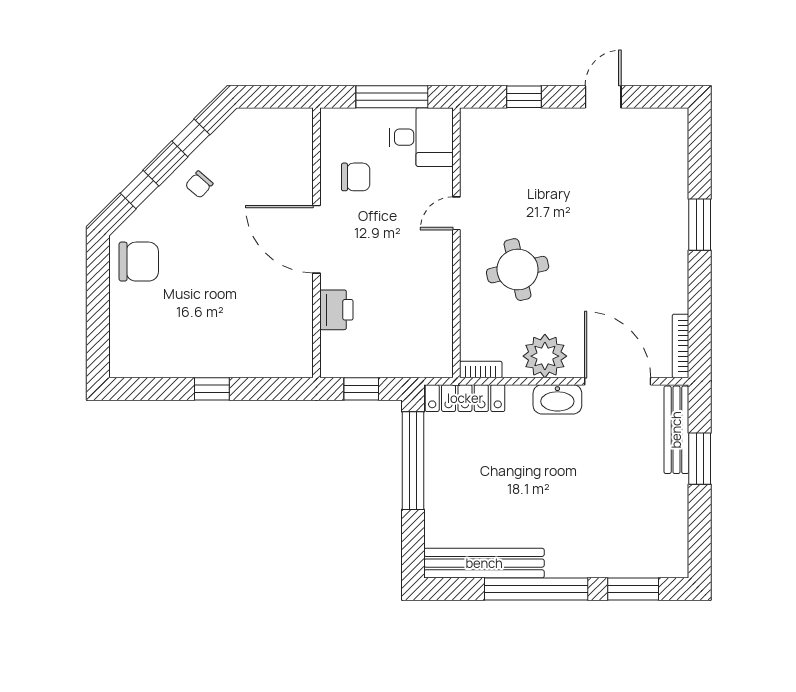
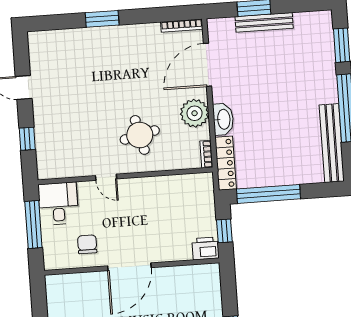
printer: (336, 310) -> (205, 248), moved
washbasin: (557, 399) -> (223, 119), moved
bench: (676, 430) -> (264, 22), moved

